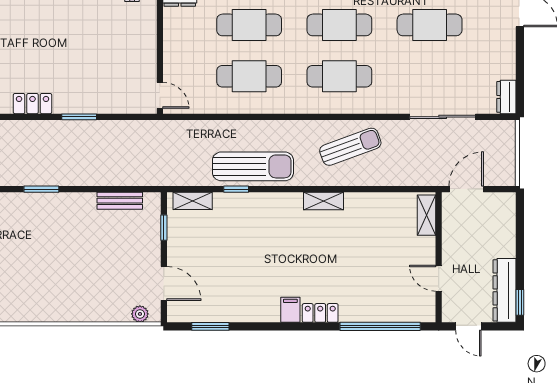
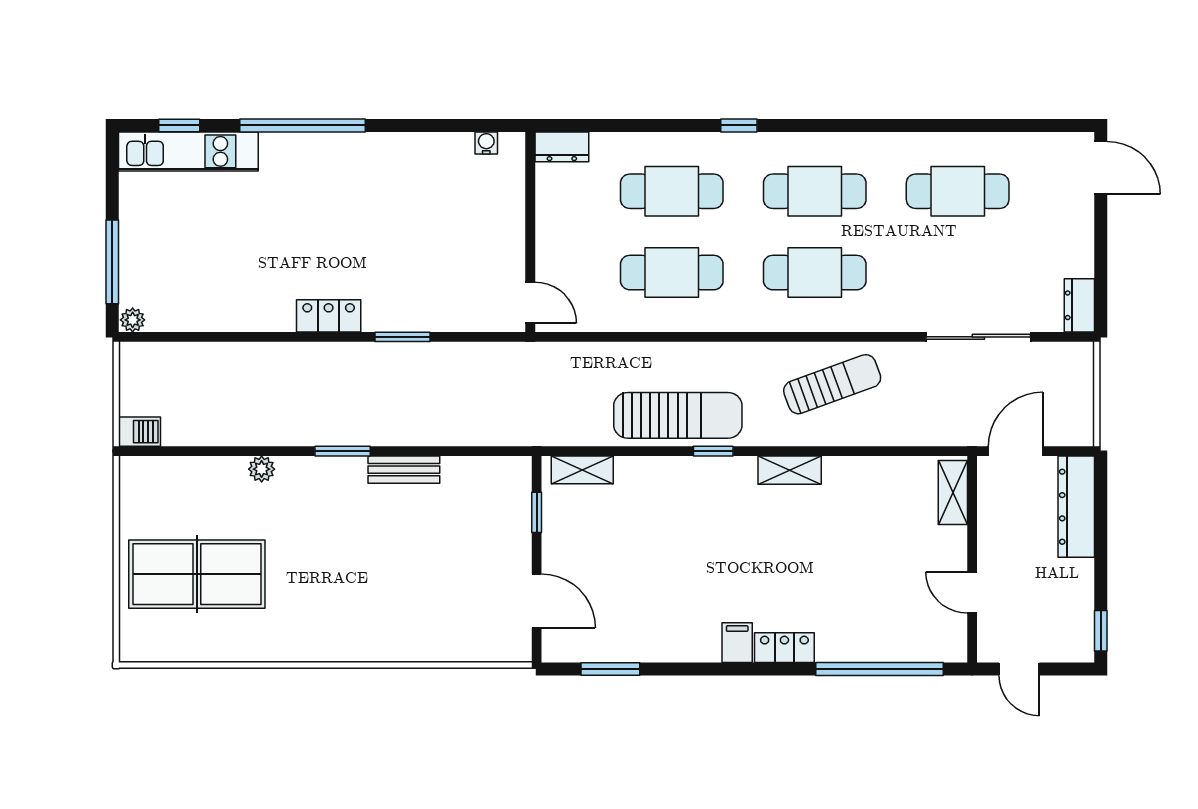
window: (236, 189) -> (713, 451), moved
bench: (120, 201) -> (404, 470), moved
dresser: (504, 290) -> (1076, 507), moved
plant: (140, 314) -> (499, 649), removed

